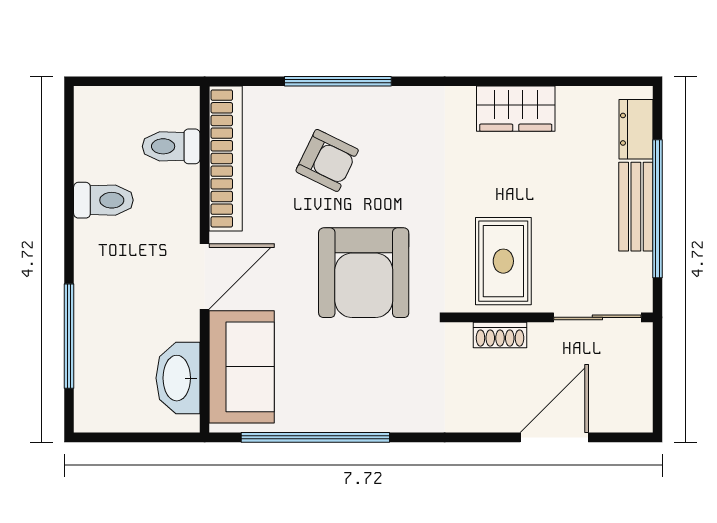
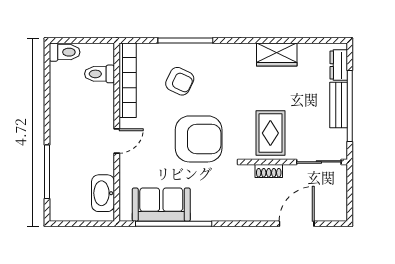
toilet: (103, 200) -> (65, 52), moved
armchair: (364, 273) -> (199, 139), turned -90
door: (205, 277) -> (117, 141), width x0.73
sofa: (242, 367) -> (161, 205), moved, turned -90

